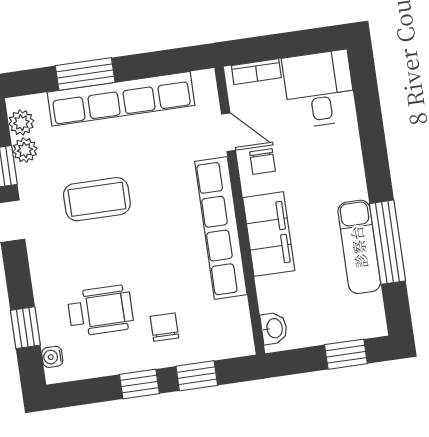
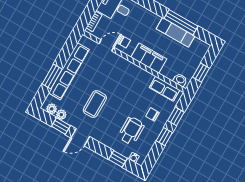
row of seats: (221, 228) -> (164, 89), moved, width x0.50
window: (346, 354) -> (201, 73), moved

